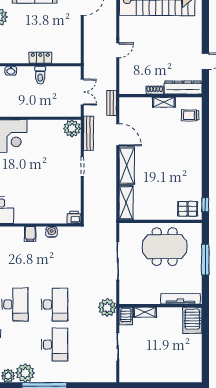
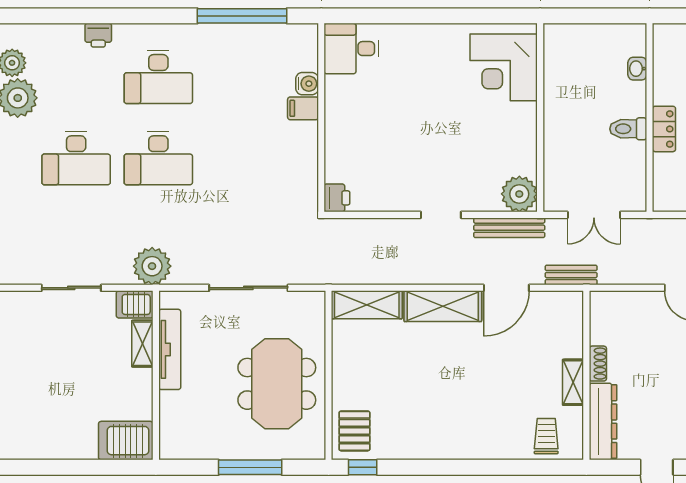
water cooler: (52, 232) -> (307, 84), moved
tv unit: (181, 299) -> (170, 349), moved

